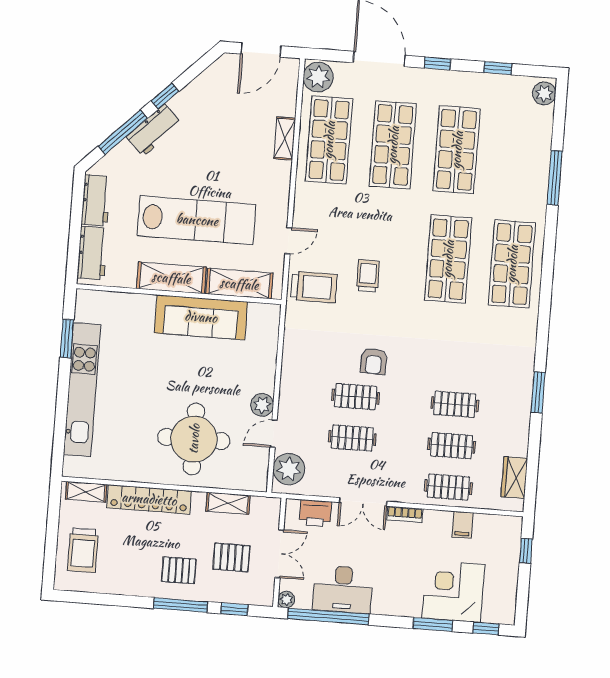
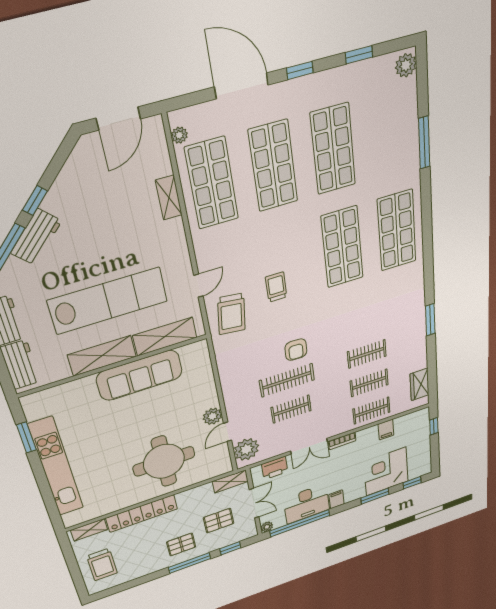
plant: (318, 77) -> (179, 135), width x0.53, depth x0.53
trolley: (314, 287) -> (231, 314), turned 97
clothes rail: (356, 397) -> (287, 380), width x1.36
shelving: (228, 503) -> (230, 481), moved
filing cabinet: (382, 603) -> (337, 499), added

